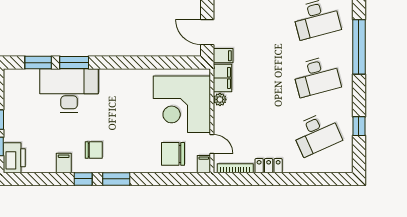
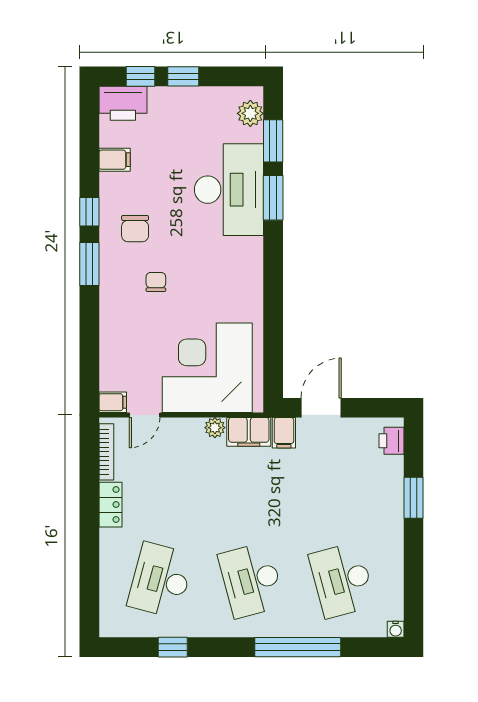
plant: (21, 77) -> (250, 113), added
desk: (317, 134) -> (161, 580), turned 39
chair: (173, 154) -> (156, 282), moved, width x0.54, depth x0.54
filing cabinet: (64, 163) -> (115, 160), moved

